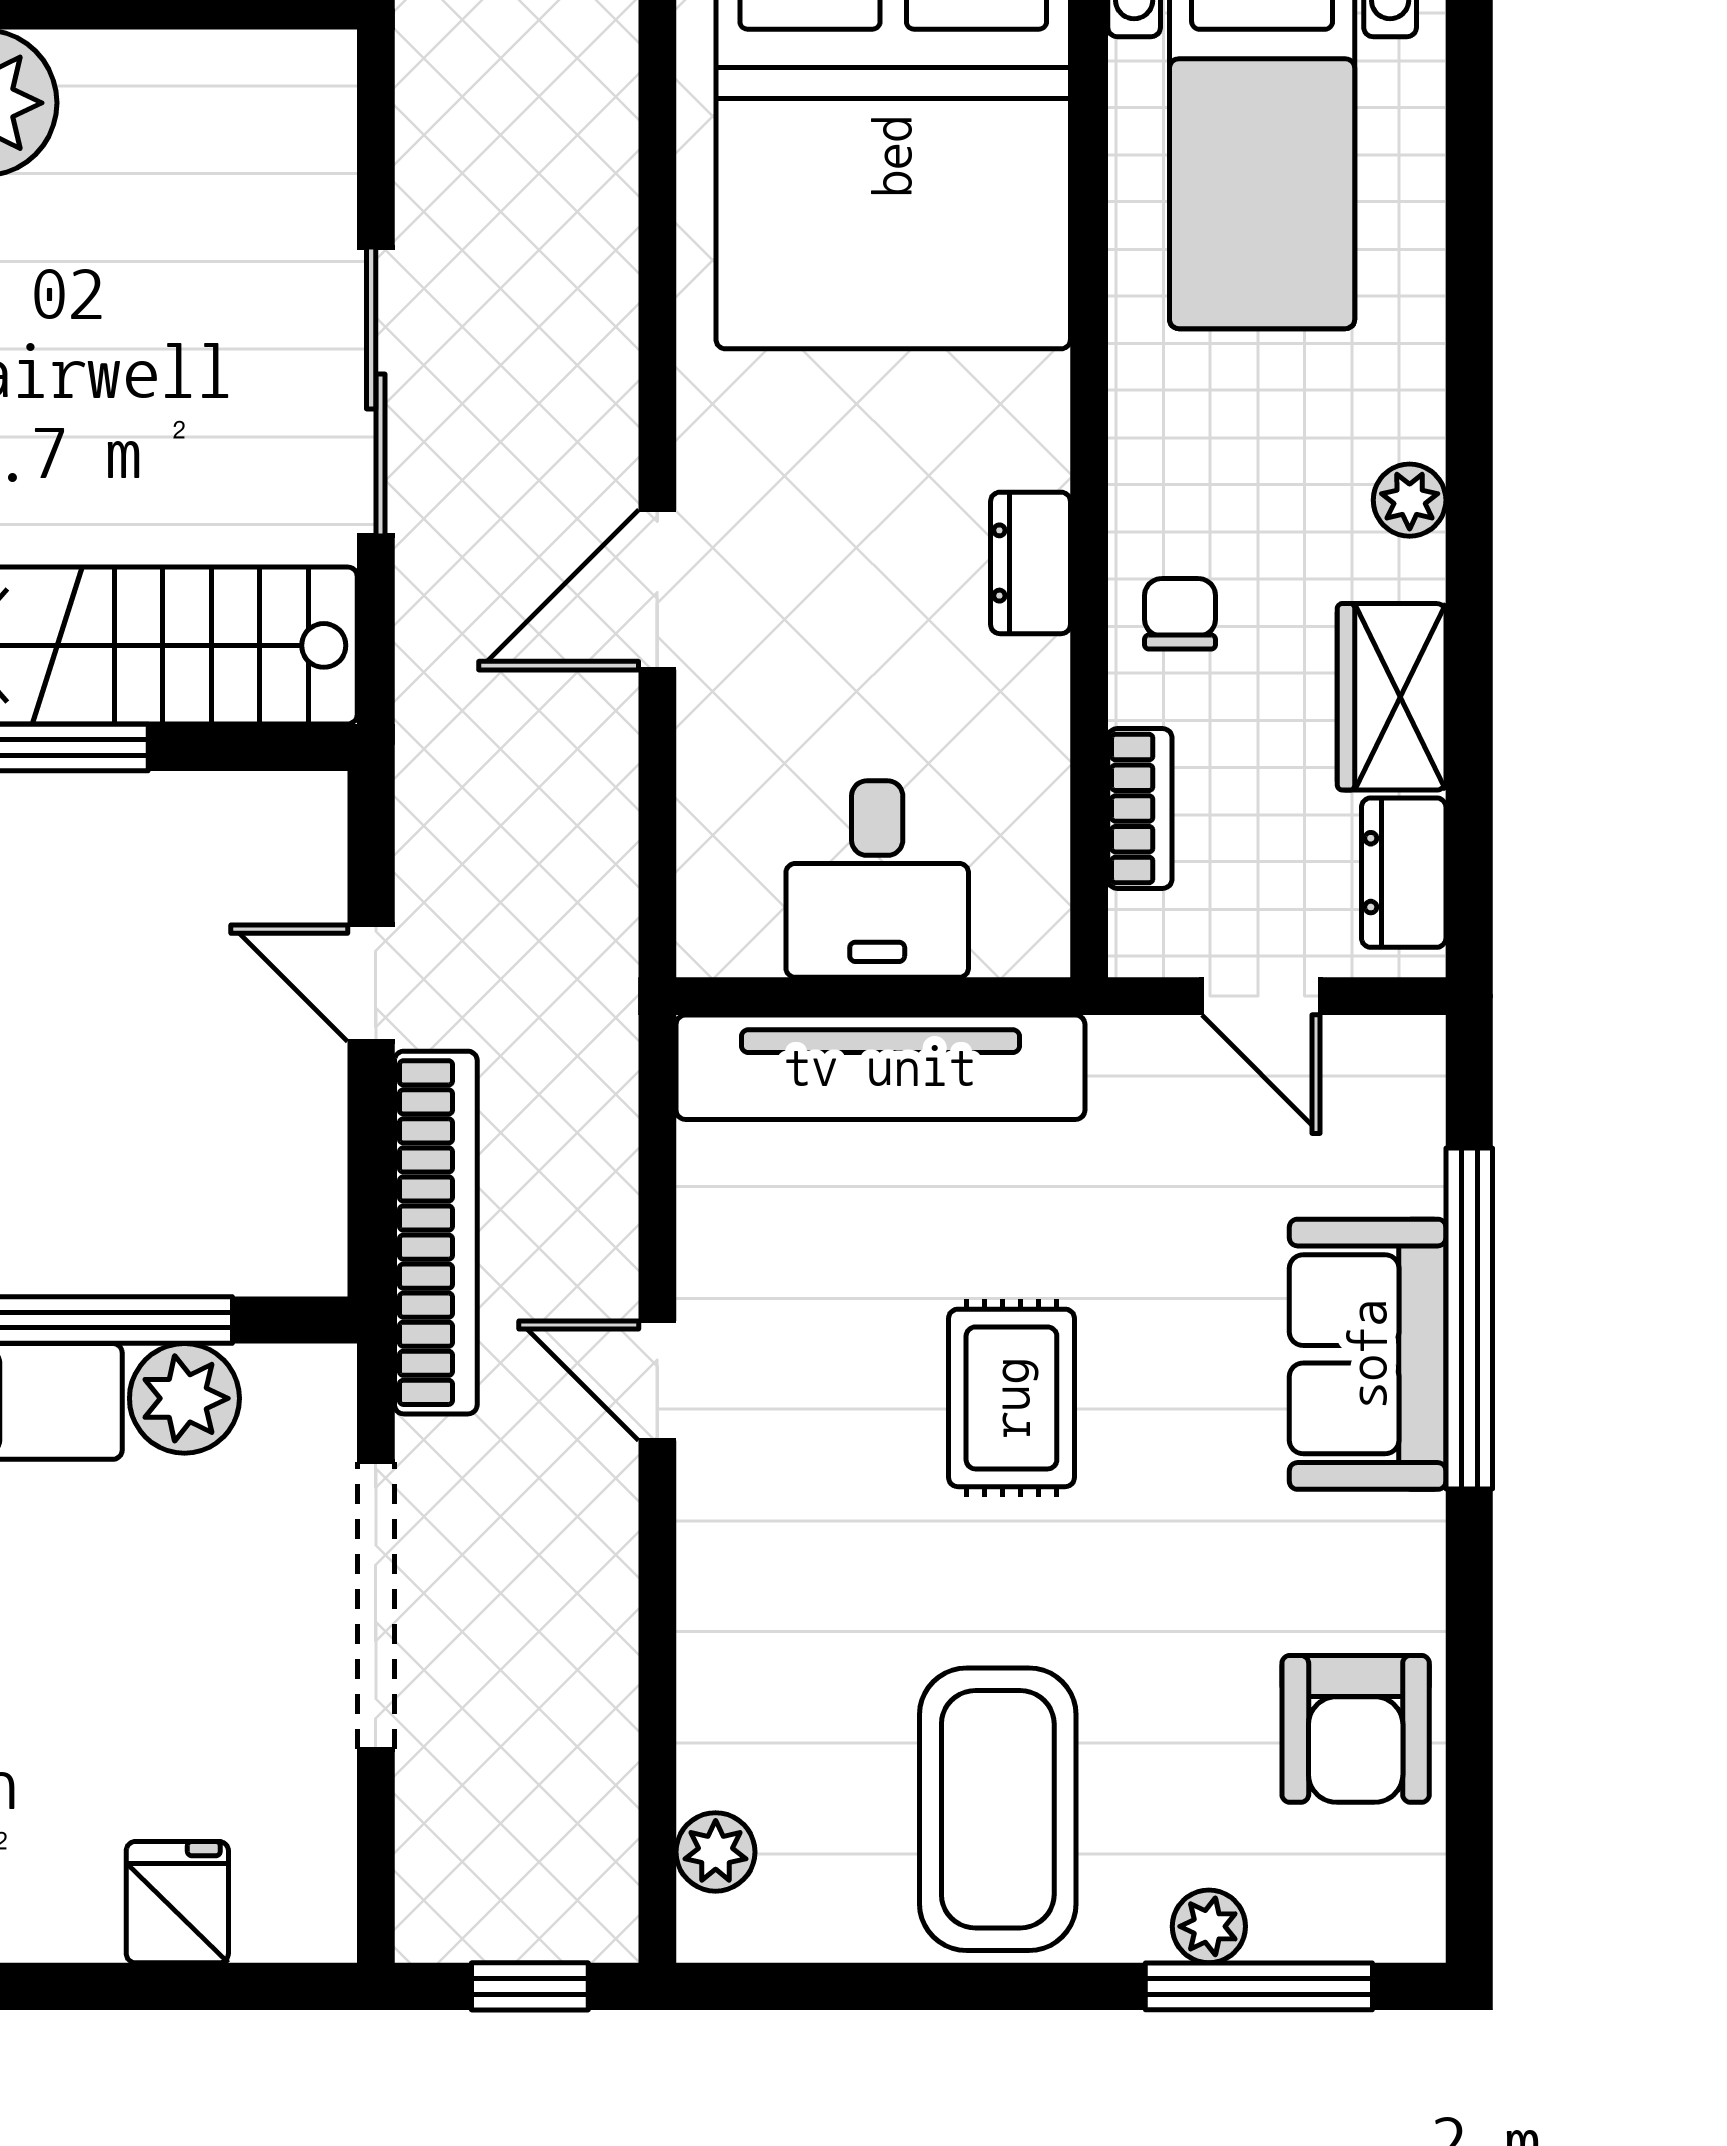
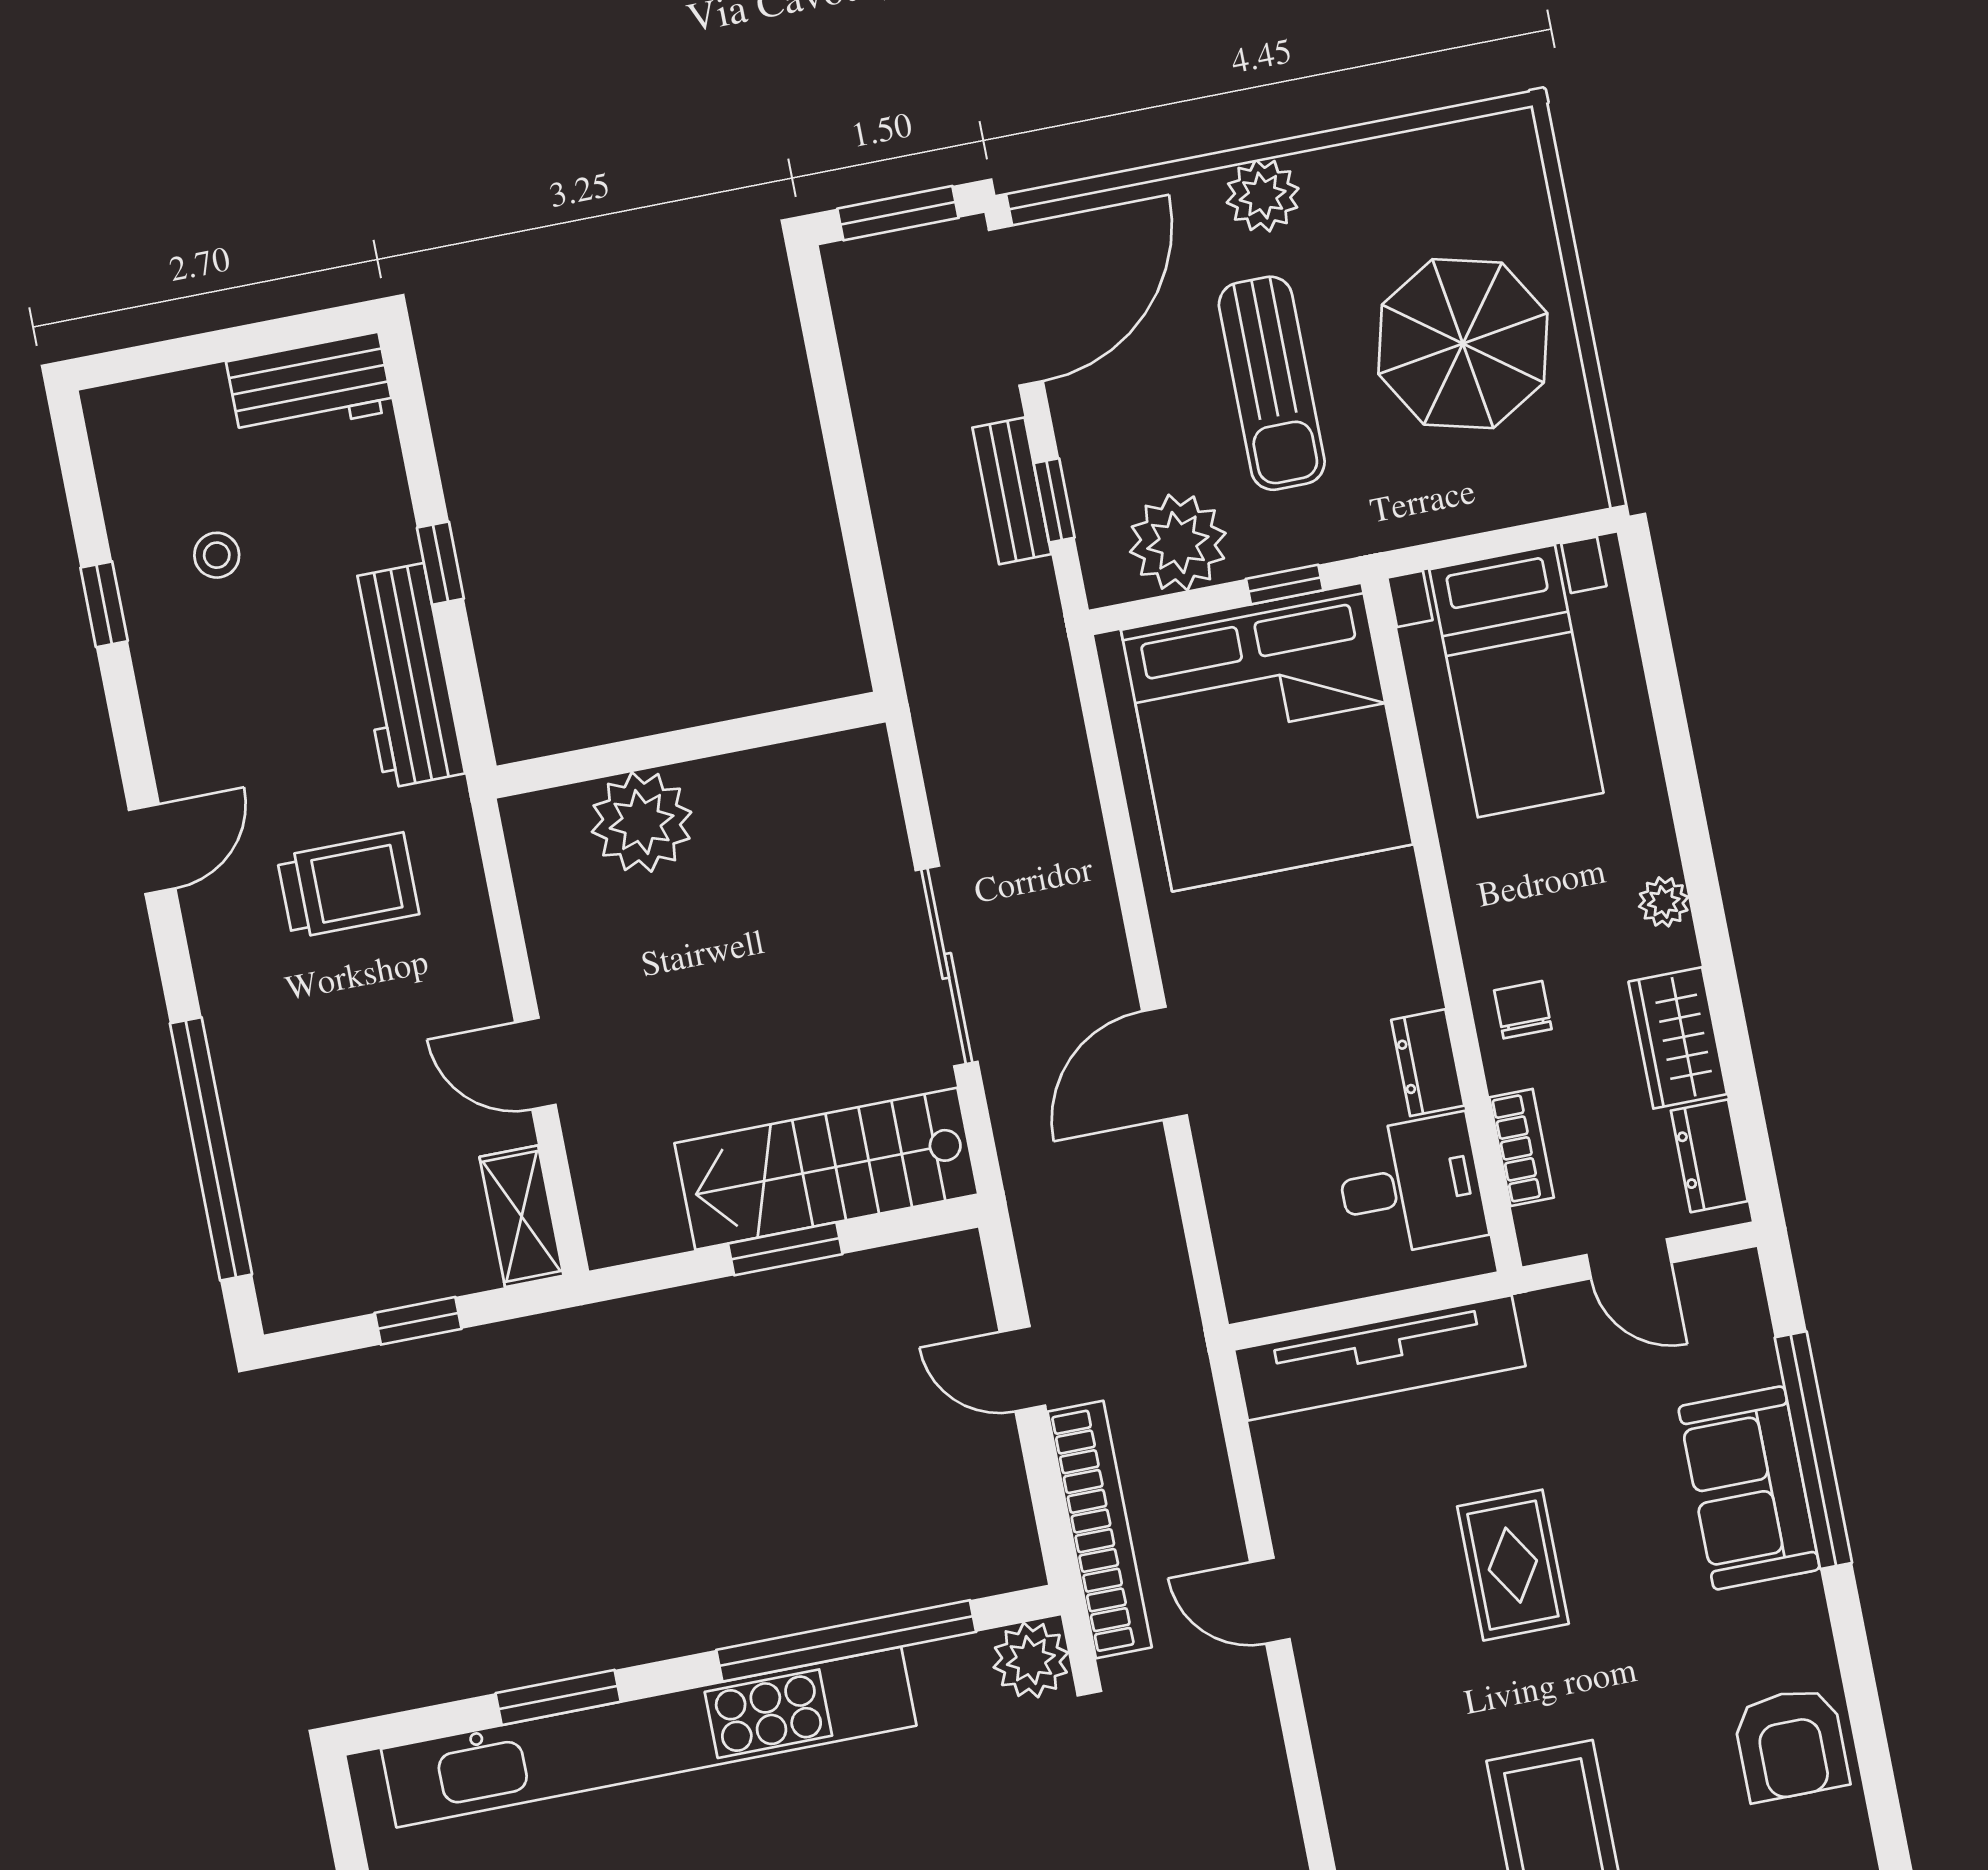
dresser: (1030, 563) -> (1428, 1063), moved
desk: (877, 879) -> (1411, 1186), moved, turned -90
plant: (184, 1398) -> (1031, 1660), moved

